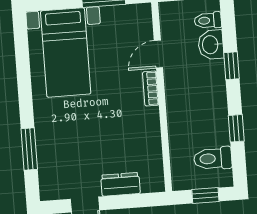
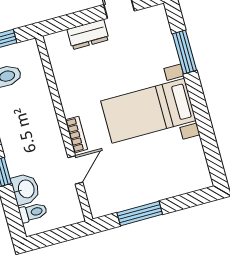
bed with nightstands: (66, 52) -> (148, 111), moved, turned -90

